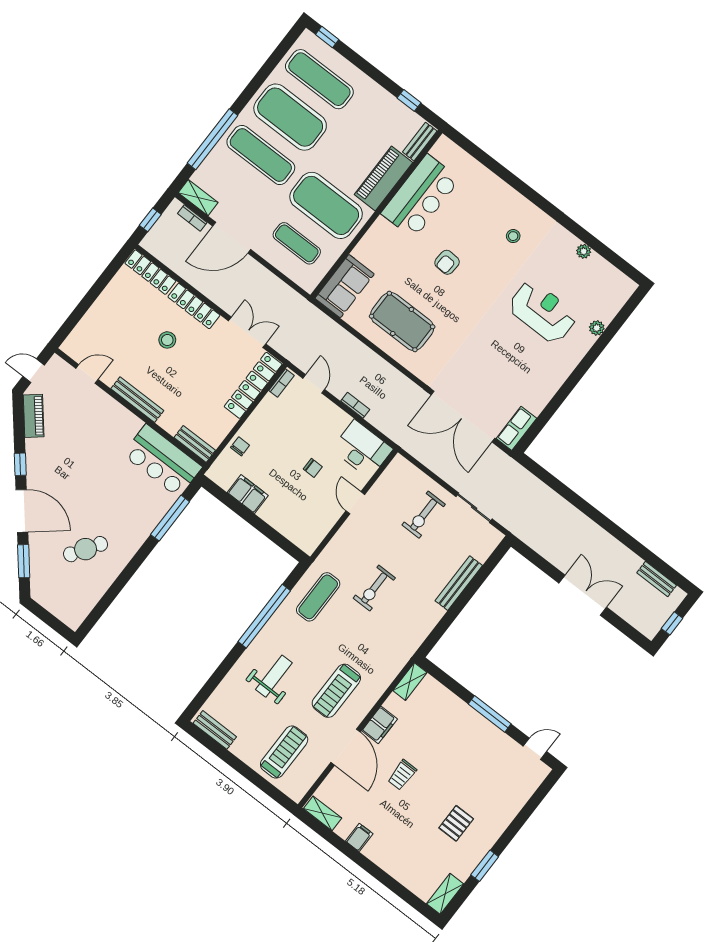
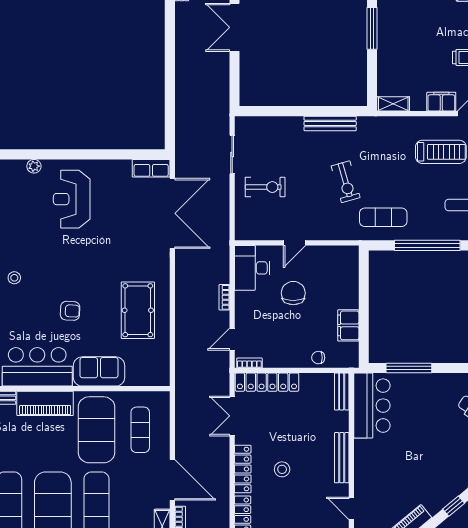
sofa: (345, 286) -> (99, 371), moved
reception desk: (543, 312) -> (72, 199), moved
chair: (313, 468) -> (293, 293), width x1.87, depth x1.87
bench: (459, 583) -> (330, 123), moved
exercise bike: (374, 588) -> (346, 182), turned 74

